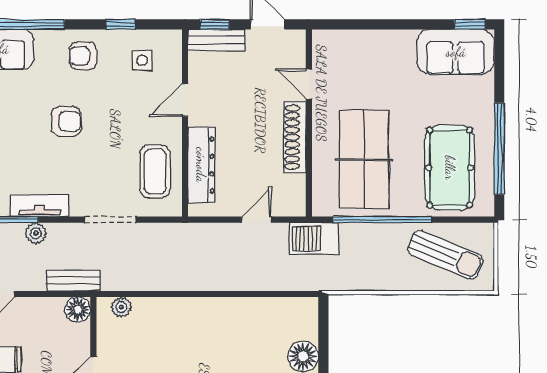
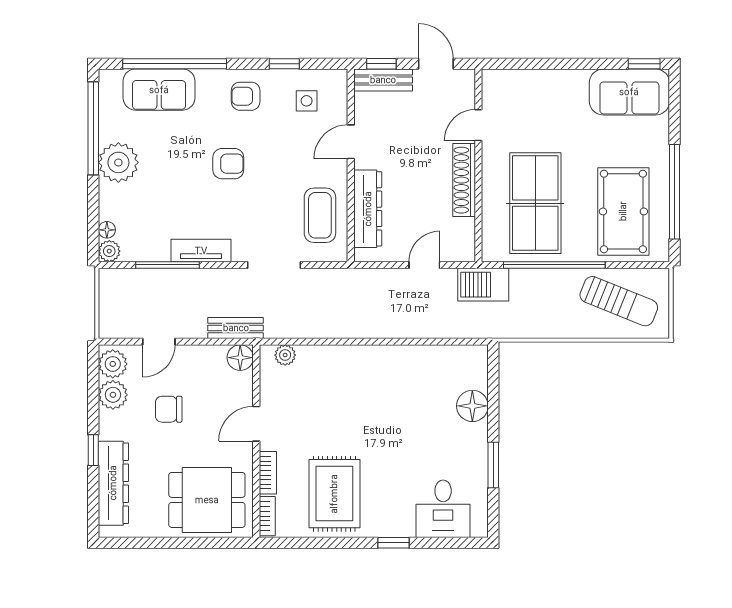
door: (309, 84) -> (478, 125), hinge flipped
plant: (36, 233) -> (197, 279), removed

